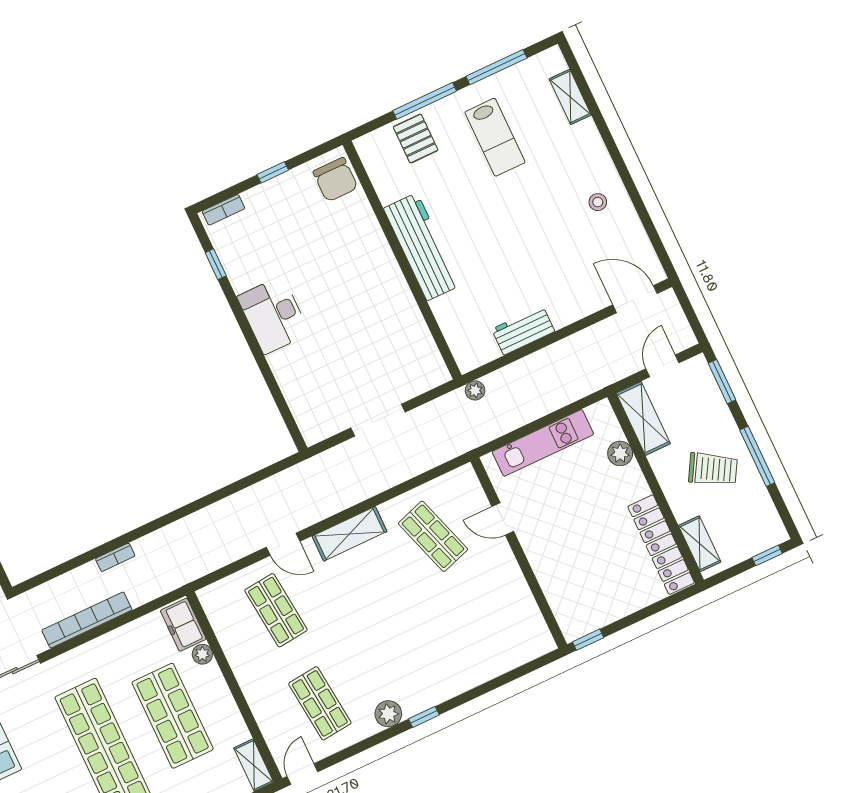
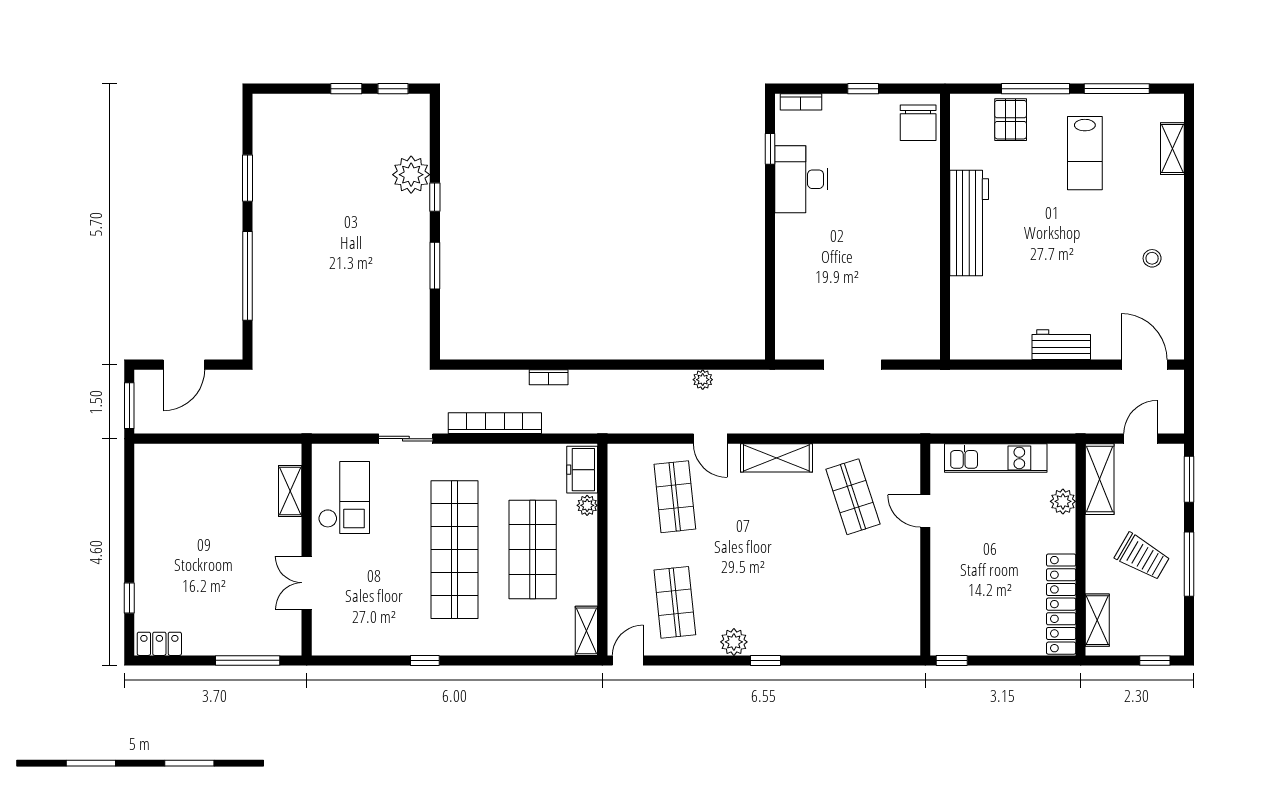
desk: (273, 315) -> (801, 179), moved
workbench: (523, 330) -> (1061, 345), moved
plant: (475, 390) -> (703, 380), moved

